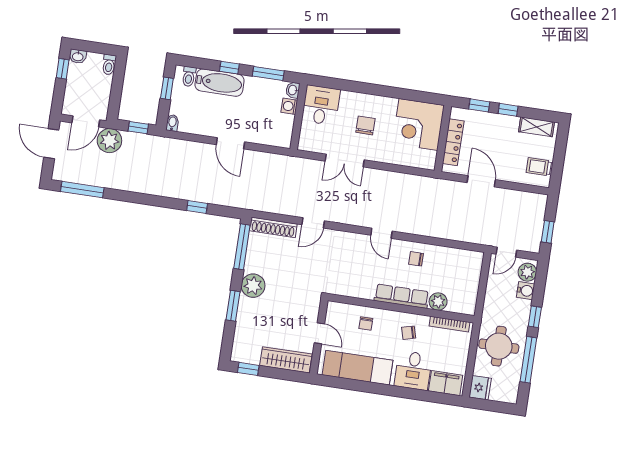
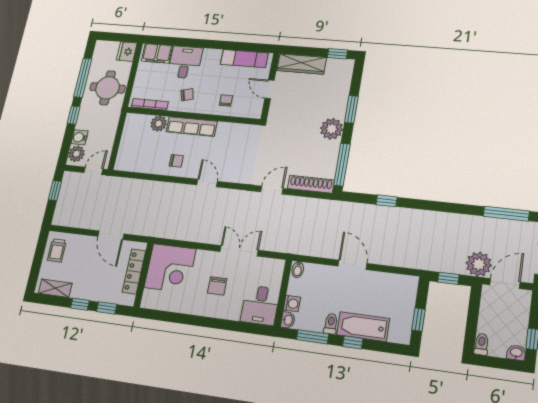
toilet: (189, 76) -> (331, 324), moved
bidet: (172, 123) -> (298, 270), moved
corner desk: (418, 124) -> (170, 268), moved, turned 90
trolley: (539, 167) -> (57, 250), turned 90
exam couch: (357, 368) -> (244, 59), width x0.73, depth x0.69

